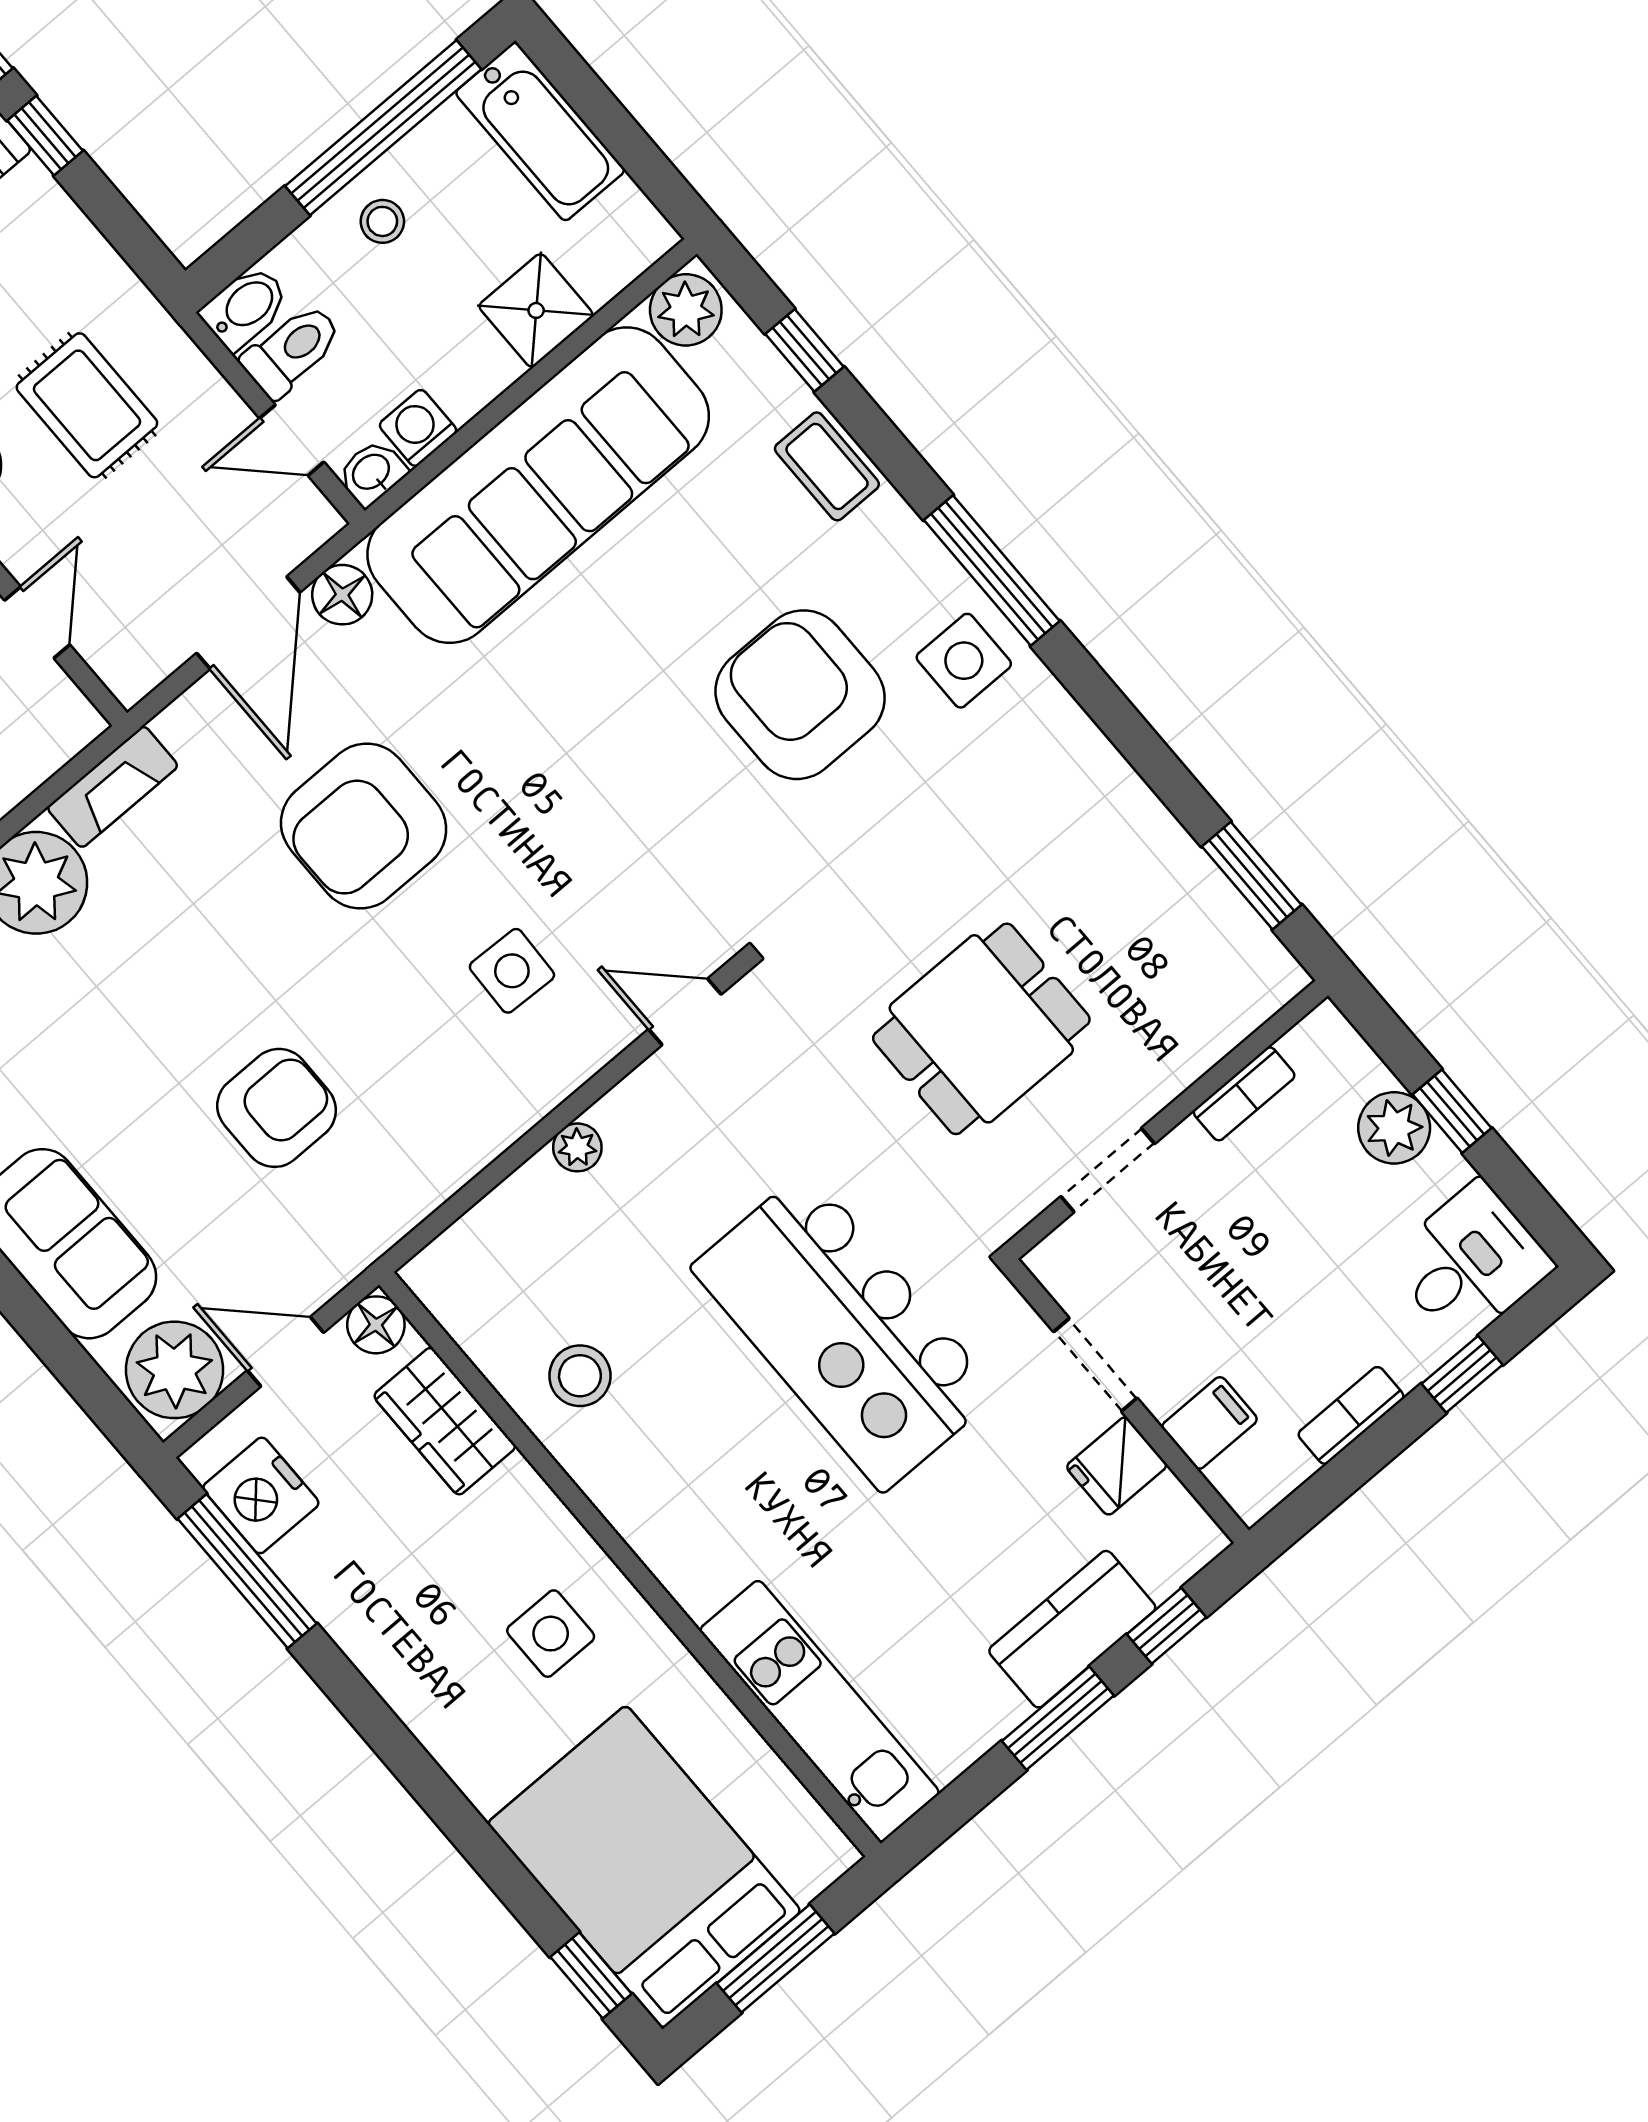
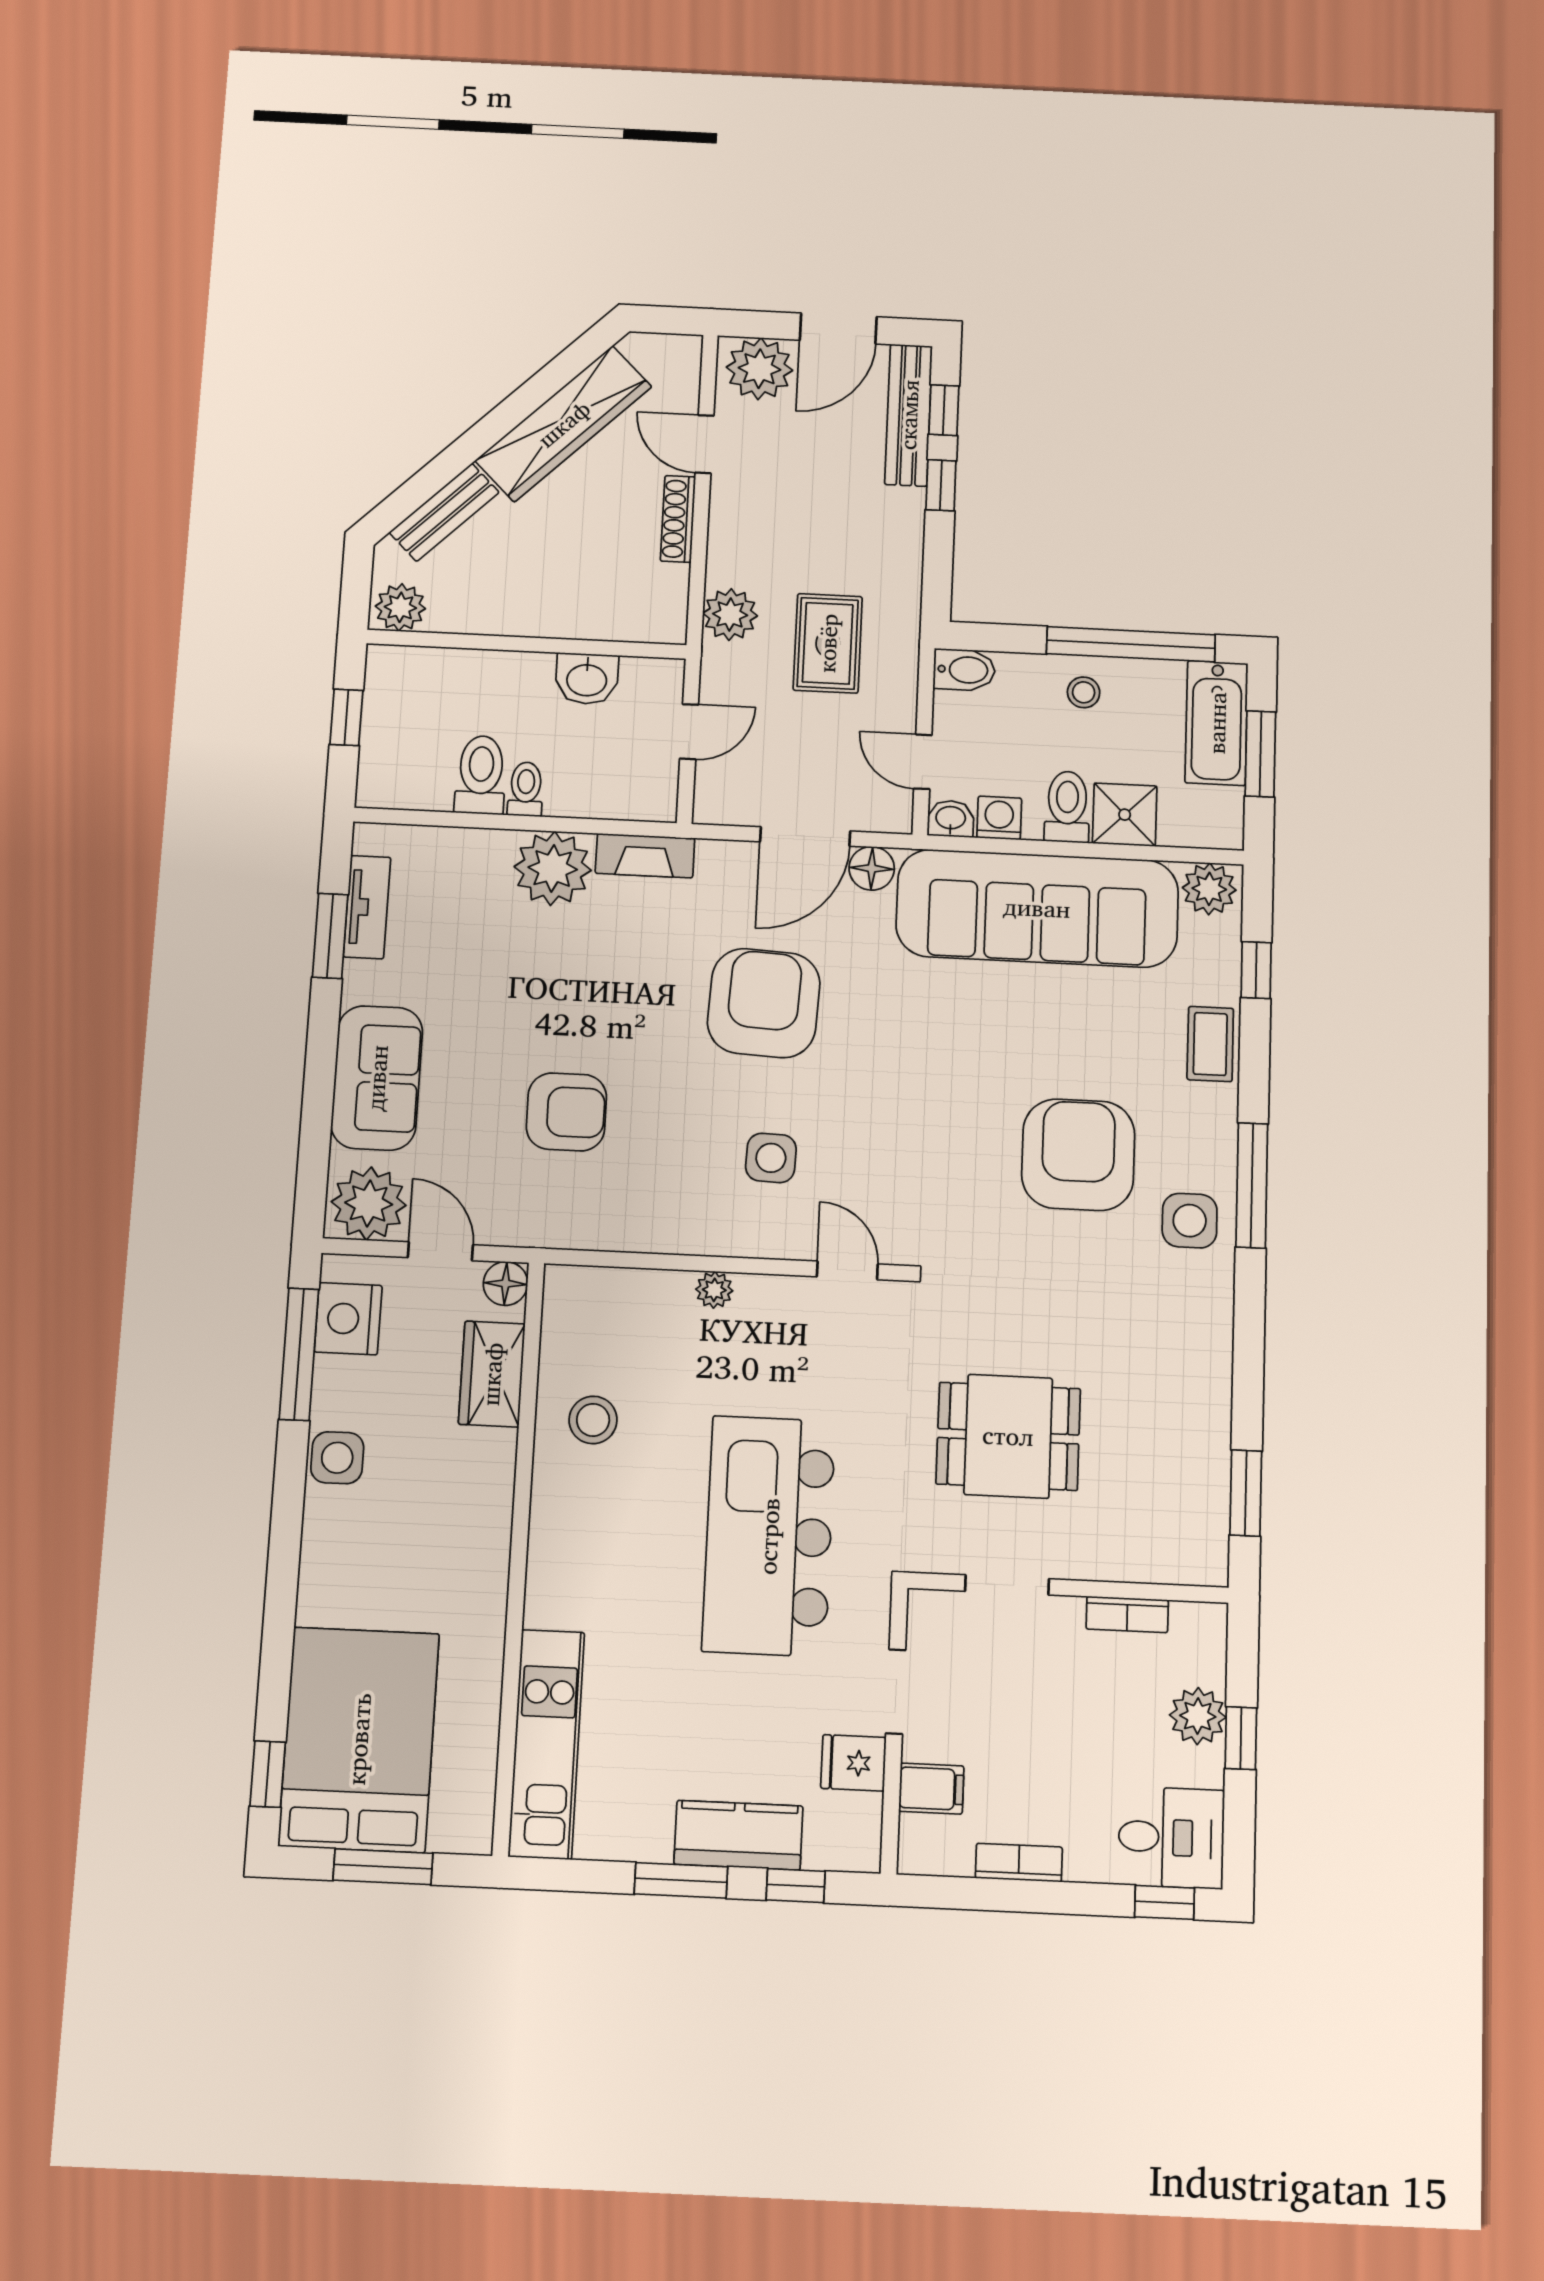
window: (612, 124) -> (1260, 754), added
toilet: (292, 350) -> (1067, 807), moved, turned -90
armchair: (364, 826) -> (764, 1003), turned 93
window: (1462, 1374) -> (1164, 1902), moved
side table: (551, 1634) -> (337, 1458), moved

